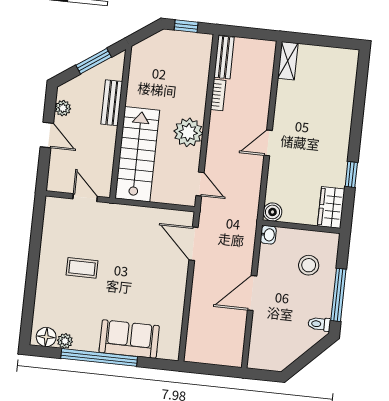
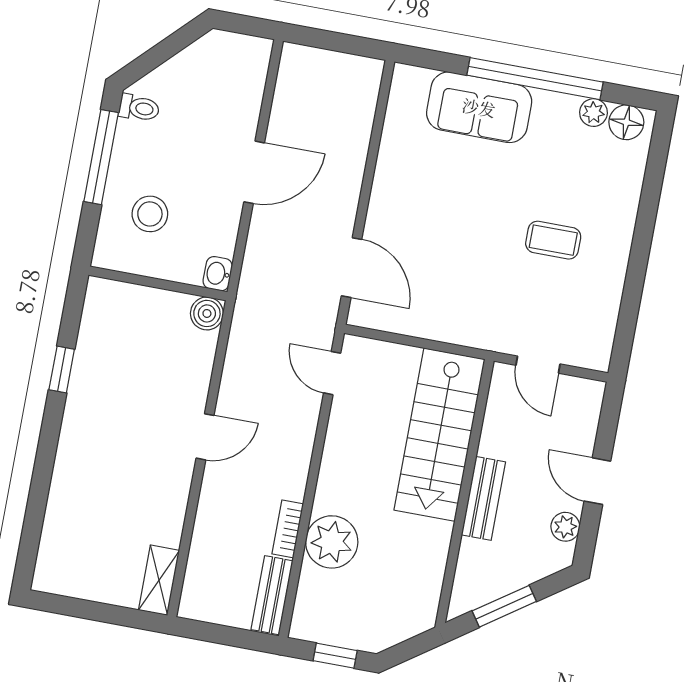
bench: (112, 103) -> (483, 498), moved
plant: (188, 132) -> (332, 542), moved
wardrobe: (331, 207) -> (102, 314), removed

